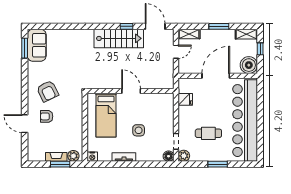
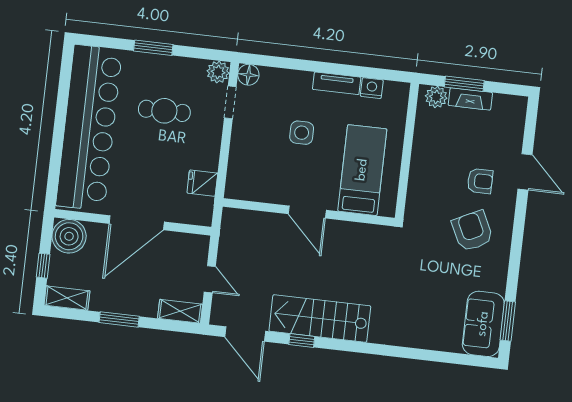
door: (176, 52) -> (210, 279), swing flipped
nightstand: (92, 157) -> (372, 88), moved

